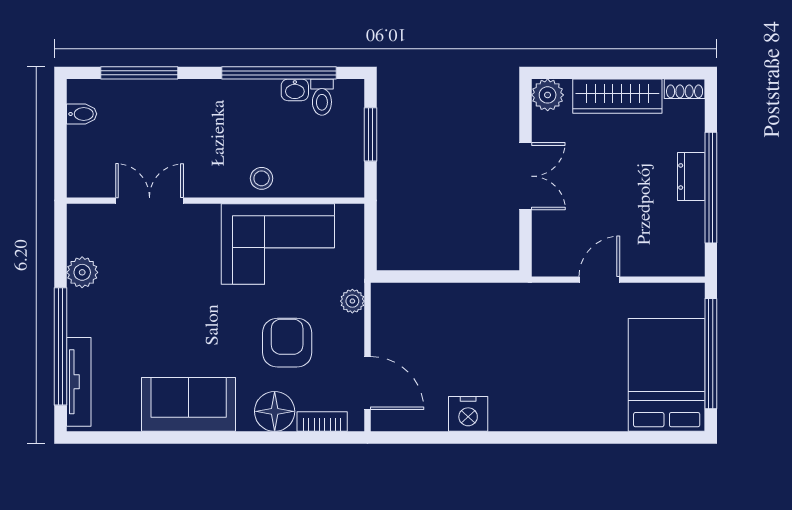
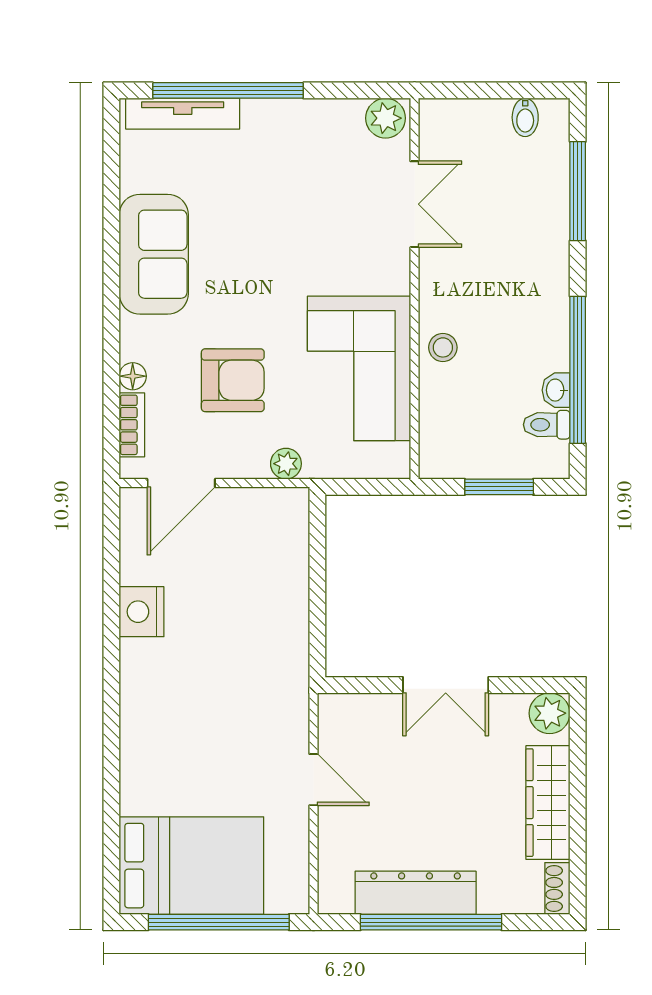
dresser: (691, 177) -> (416, 893), width x1.96, depth x1.24
plant: (82, 272) -> (386, 118), moved
floor lamp: (275, 411) -> (133, 376), width x0.53, depth x0.53

